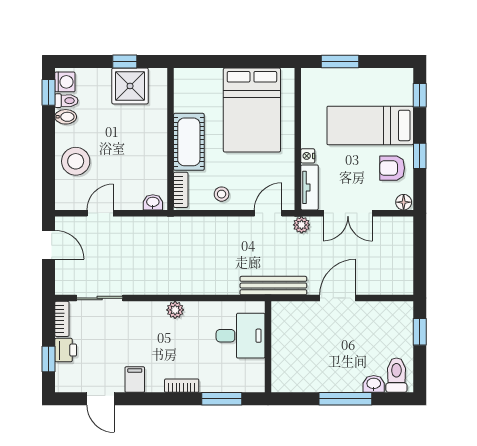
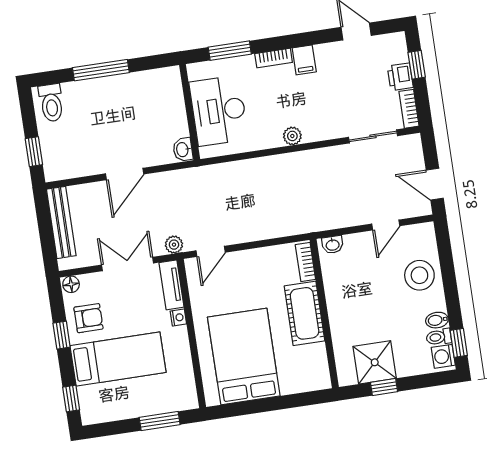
stool: (222, 194) -> (262, 264), removed
bench: (273, 286) -> (61, 222), moved, turned 90
desk: (241, 336) -> (219, 111), width x1.37
filing cabinet: (135, 380) -> (304, 60), moved
washbasin: (374, 384) -> (183, 150), moved, turned 90

